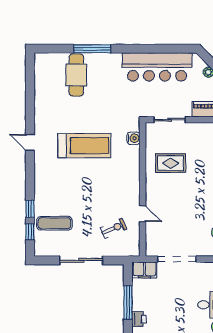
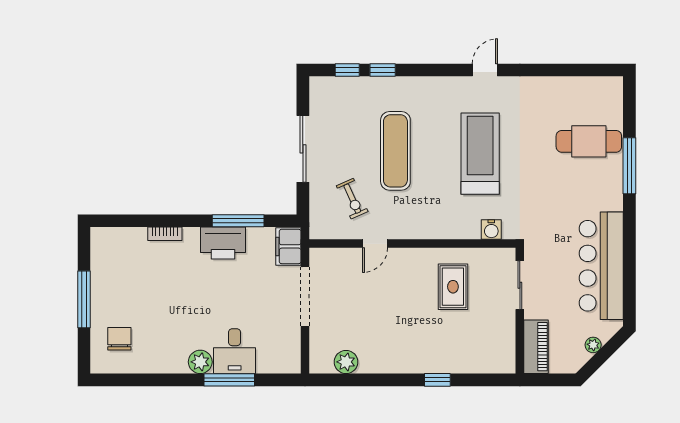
treadmill: (84, 145) -> (480, 154), turned 180
exercise mat: (54, 223) -> (395, 151), moved, width x1.36, depth x1.45
printer: (139, 319) -> (223, 243), width x1.87, depth x1.48

